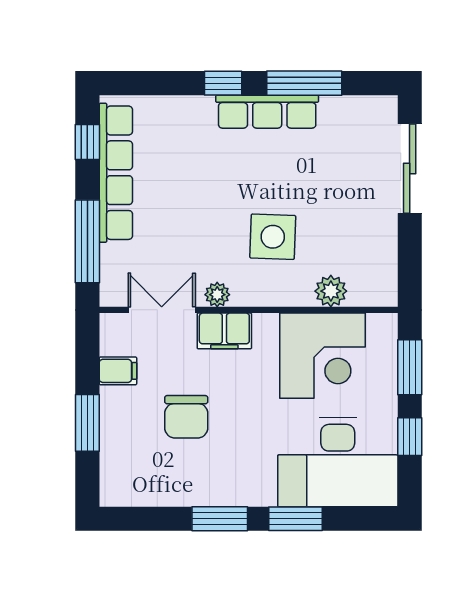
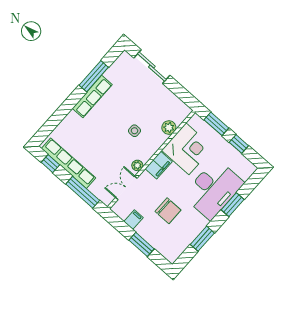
window: (223, 83) -> (70, 103), removed
side table: (273, 237) -> (135, 131), width x0.54, depth x0.54
filing cabinet: (224, 331) -> (159, 165), moved
desk: (338, 462) -> (213, 189), moved
window: (220, 519) -> (202, 239), moved

